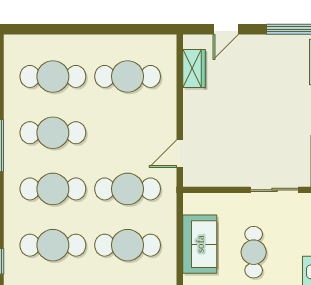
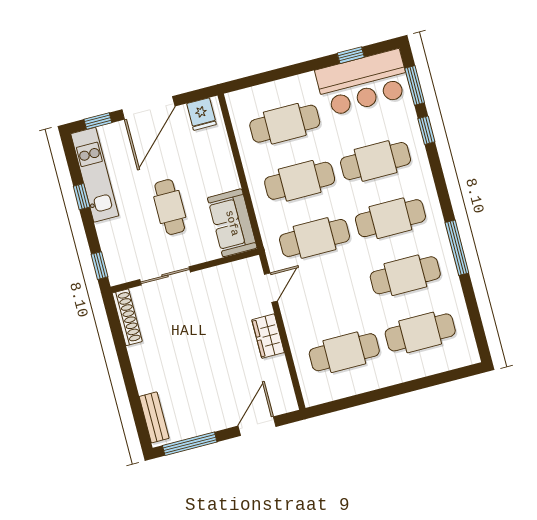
door: (226, 29) -> (257, 426), width x1.38
wardrobe: (194, 68) -> (268, 336), moved
sofa: (200, 244) -> (232, 223), moved

